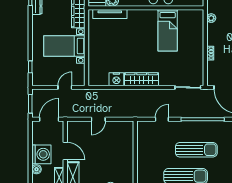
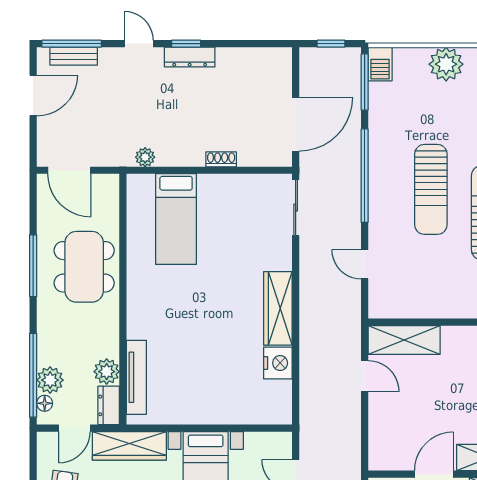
bed: (168, 30) -> (176, 219), moved, turned 90
door: (98, 119) -> (365, 376), moved
shelving: (127, 137) -> (404, 340), added
sun lounger: (196, 150) -> (431, 189), turned 180

